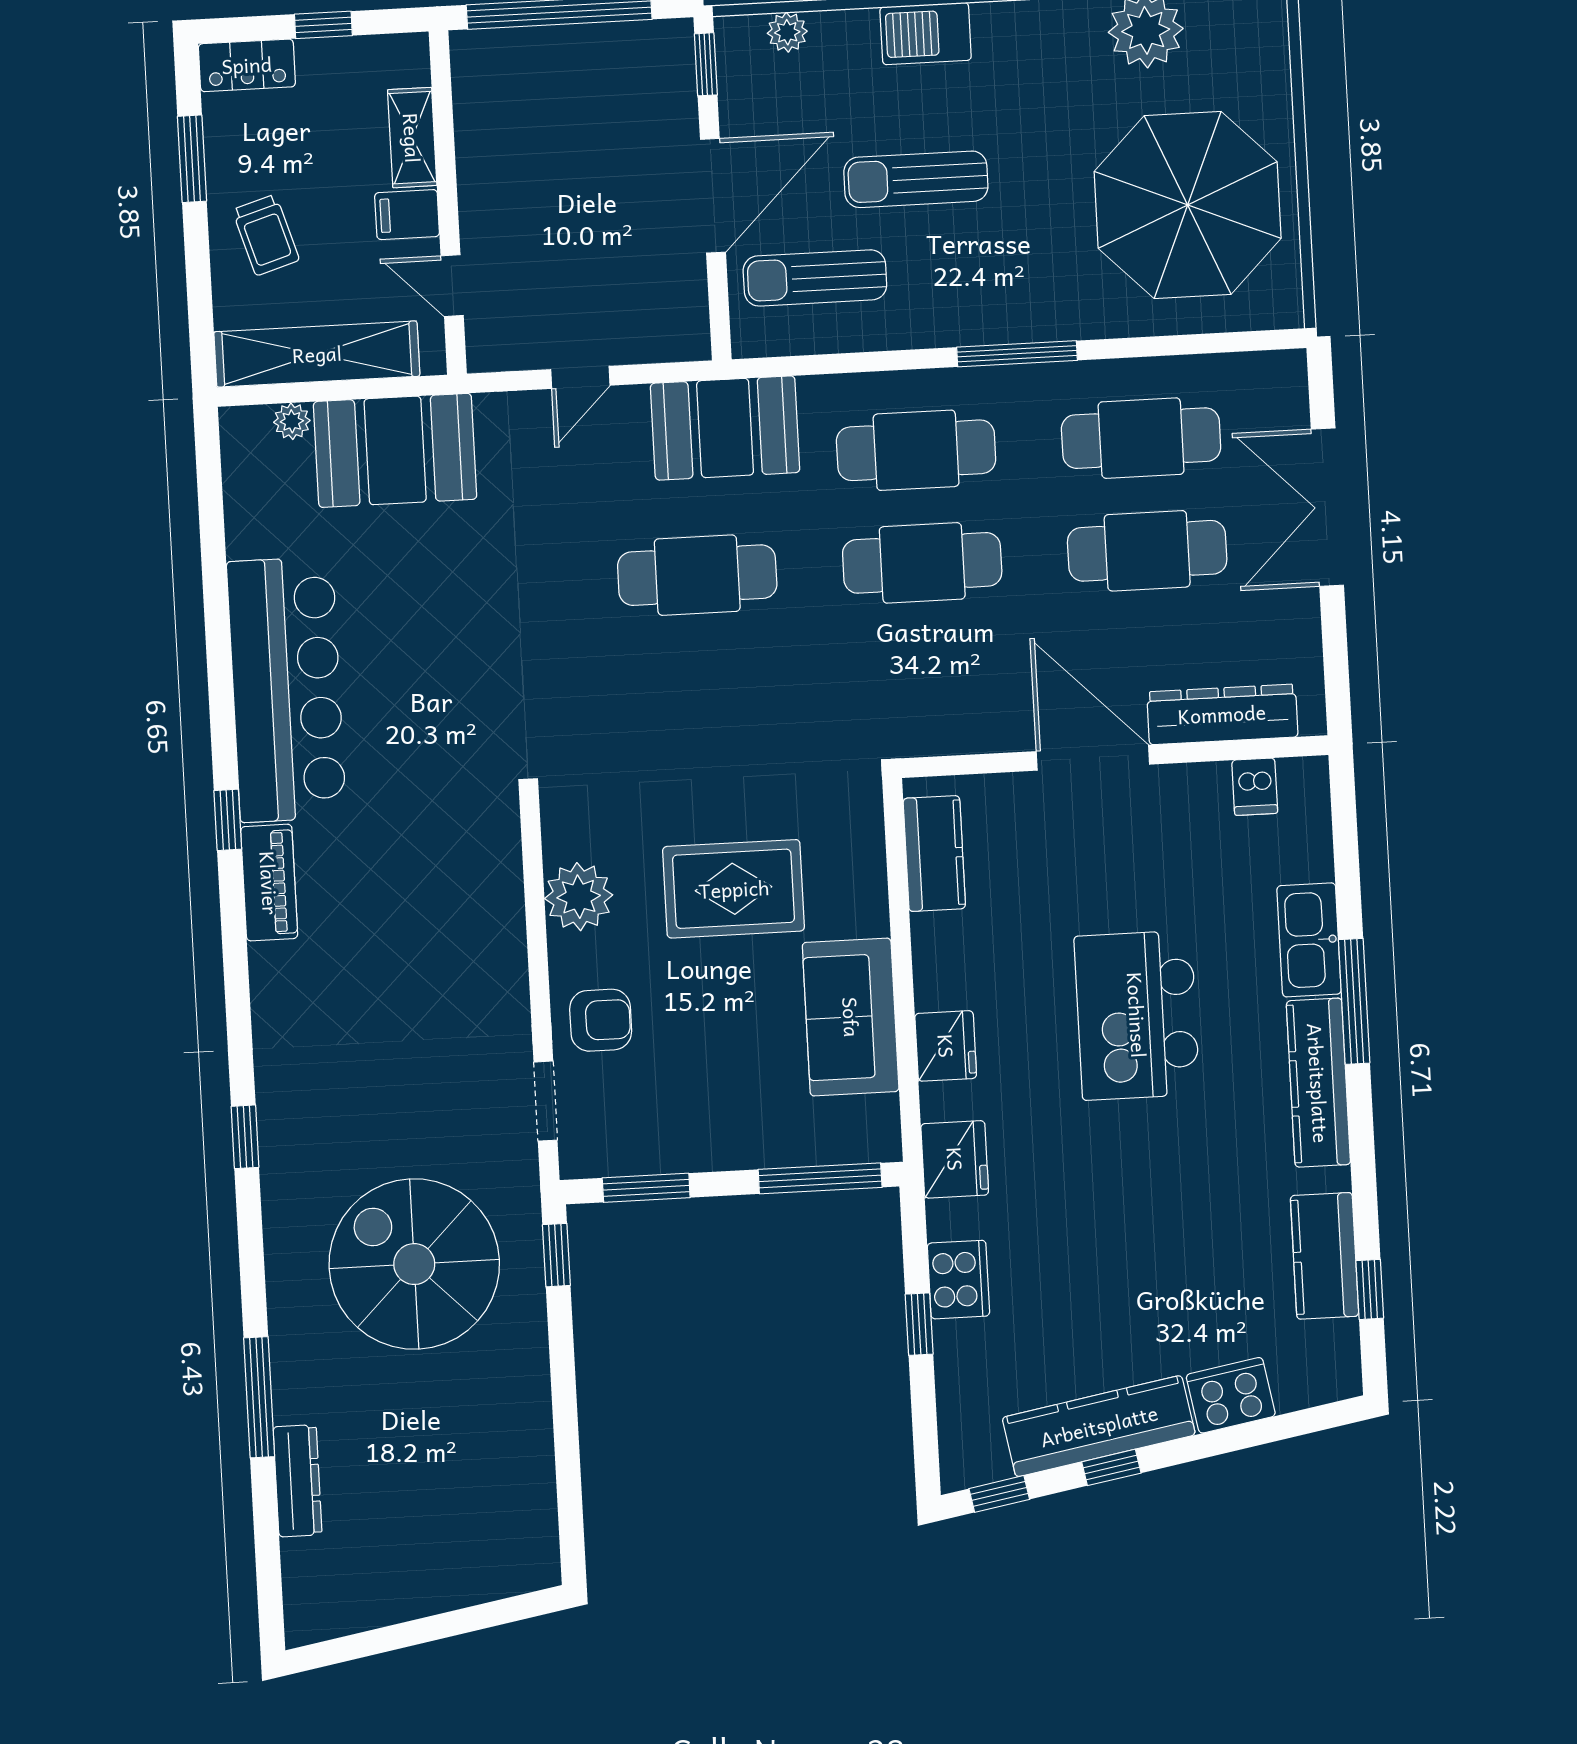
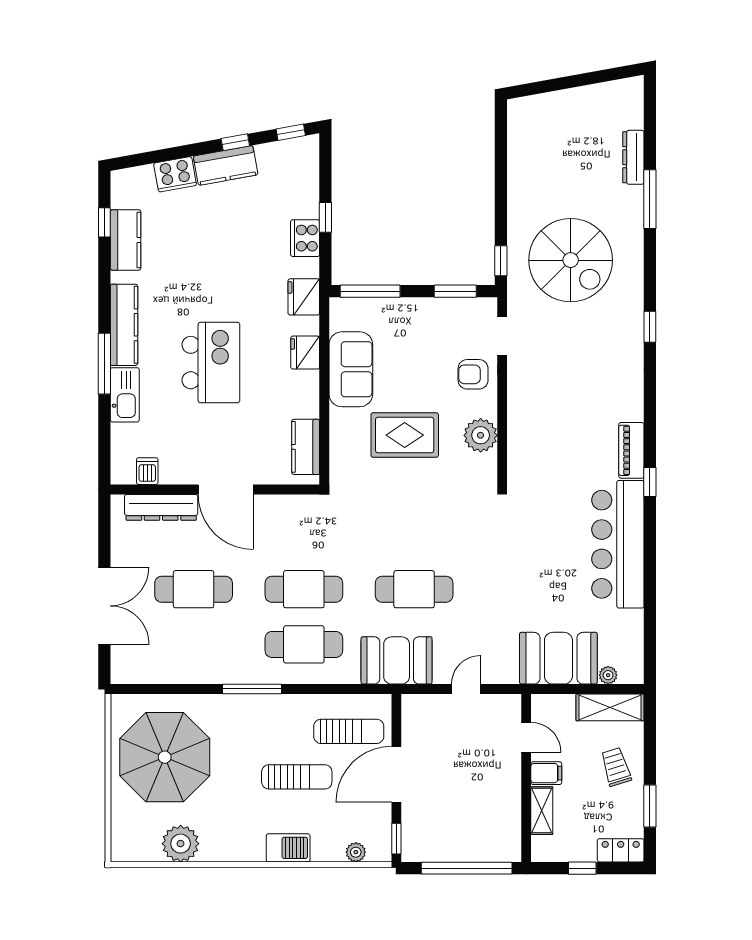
shelving: (317, 354) -> (610, 707), width x0.68
cafe table: (1141, 438) -> (194, 644), removed
kitchen counter: (1099, 1426) -> (226, 165), width x0.67

